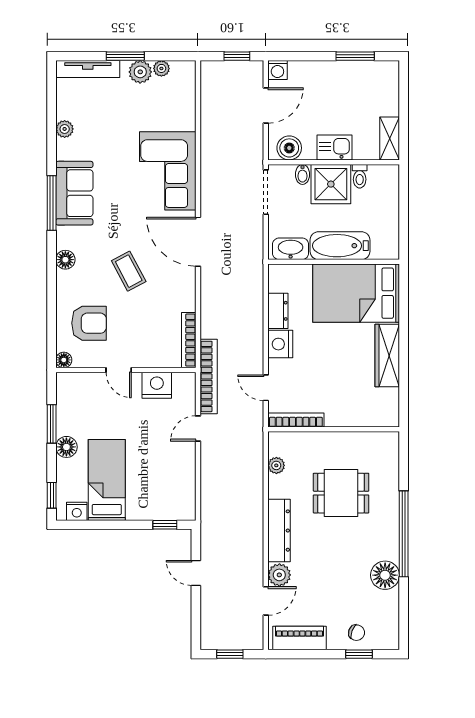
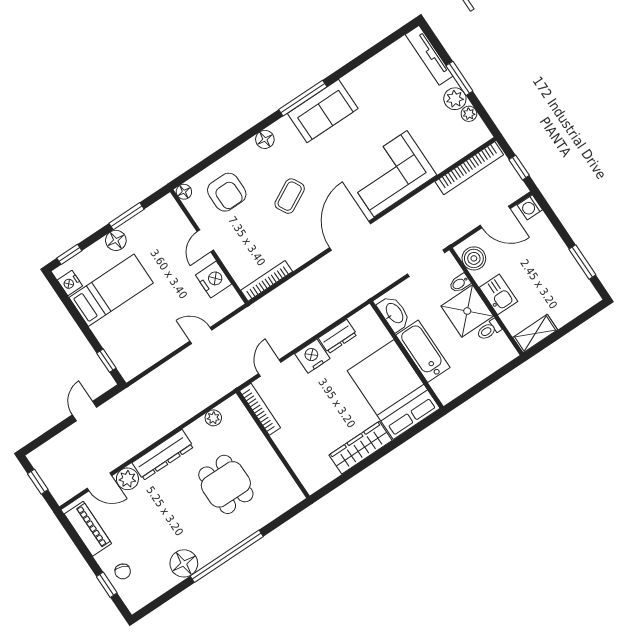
plant: (65, 129) -> (369, 69), removed
bookcase: (209, 376) -> (469, 168), moved

